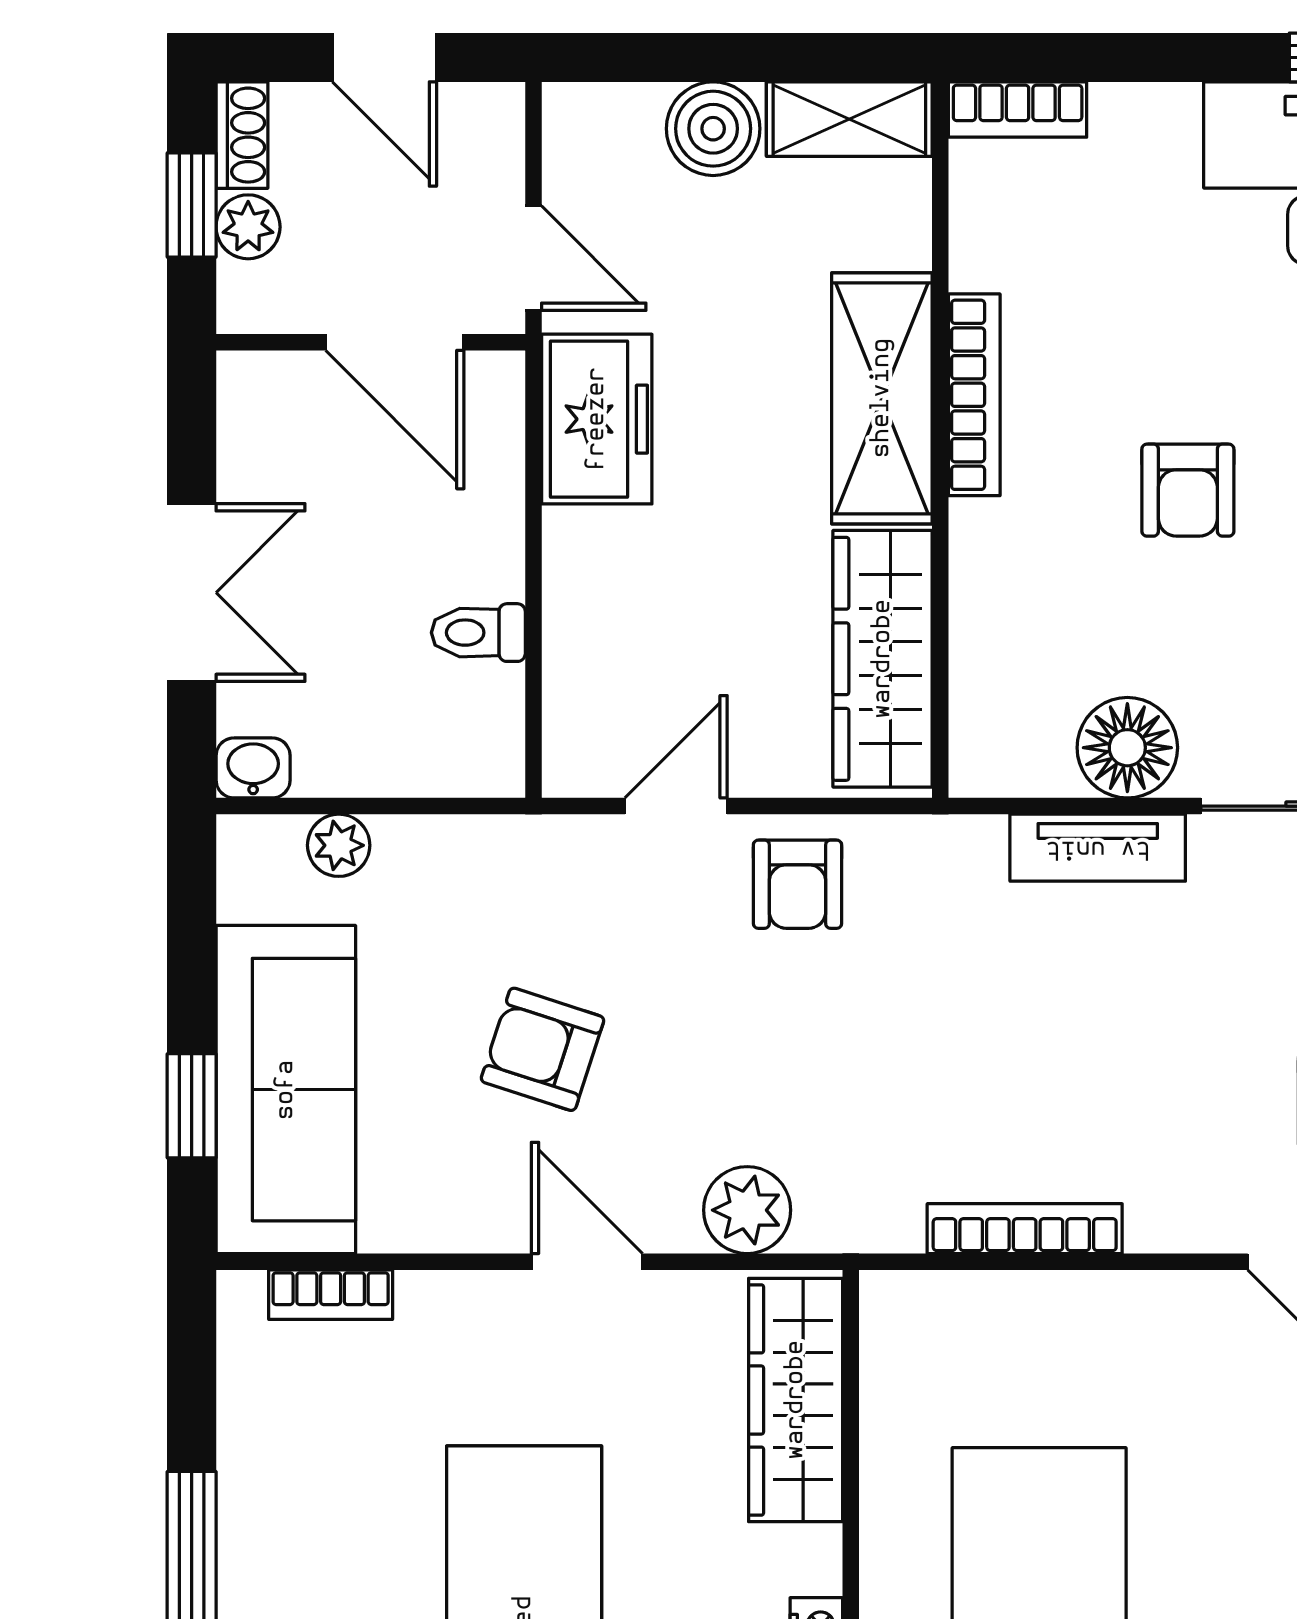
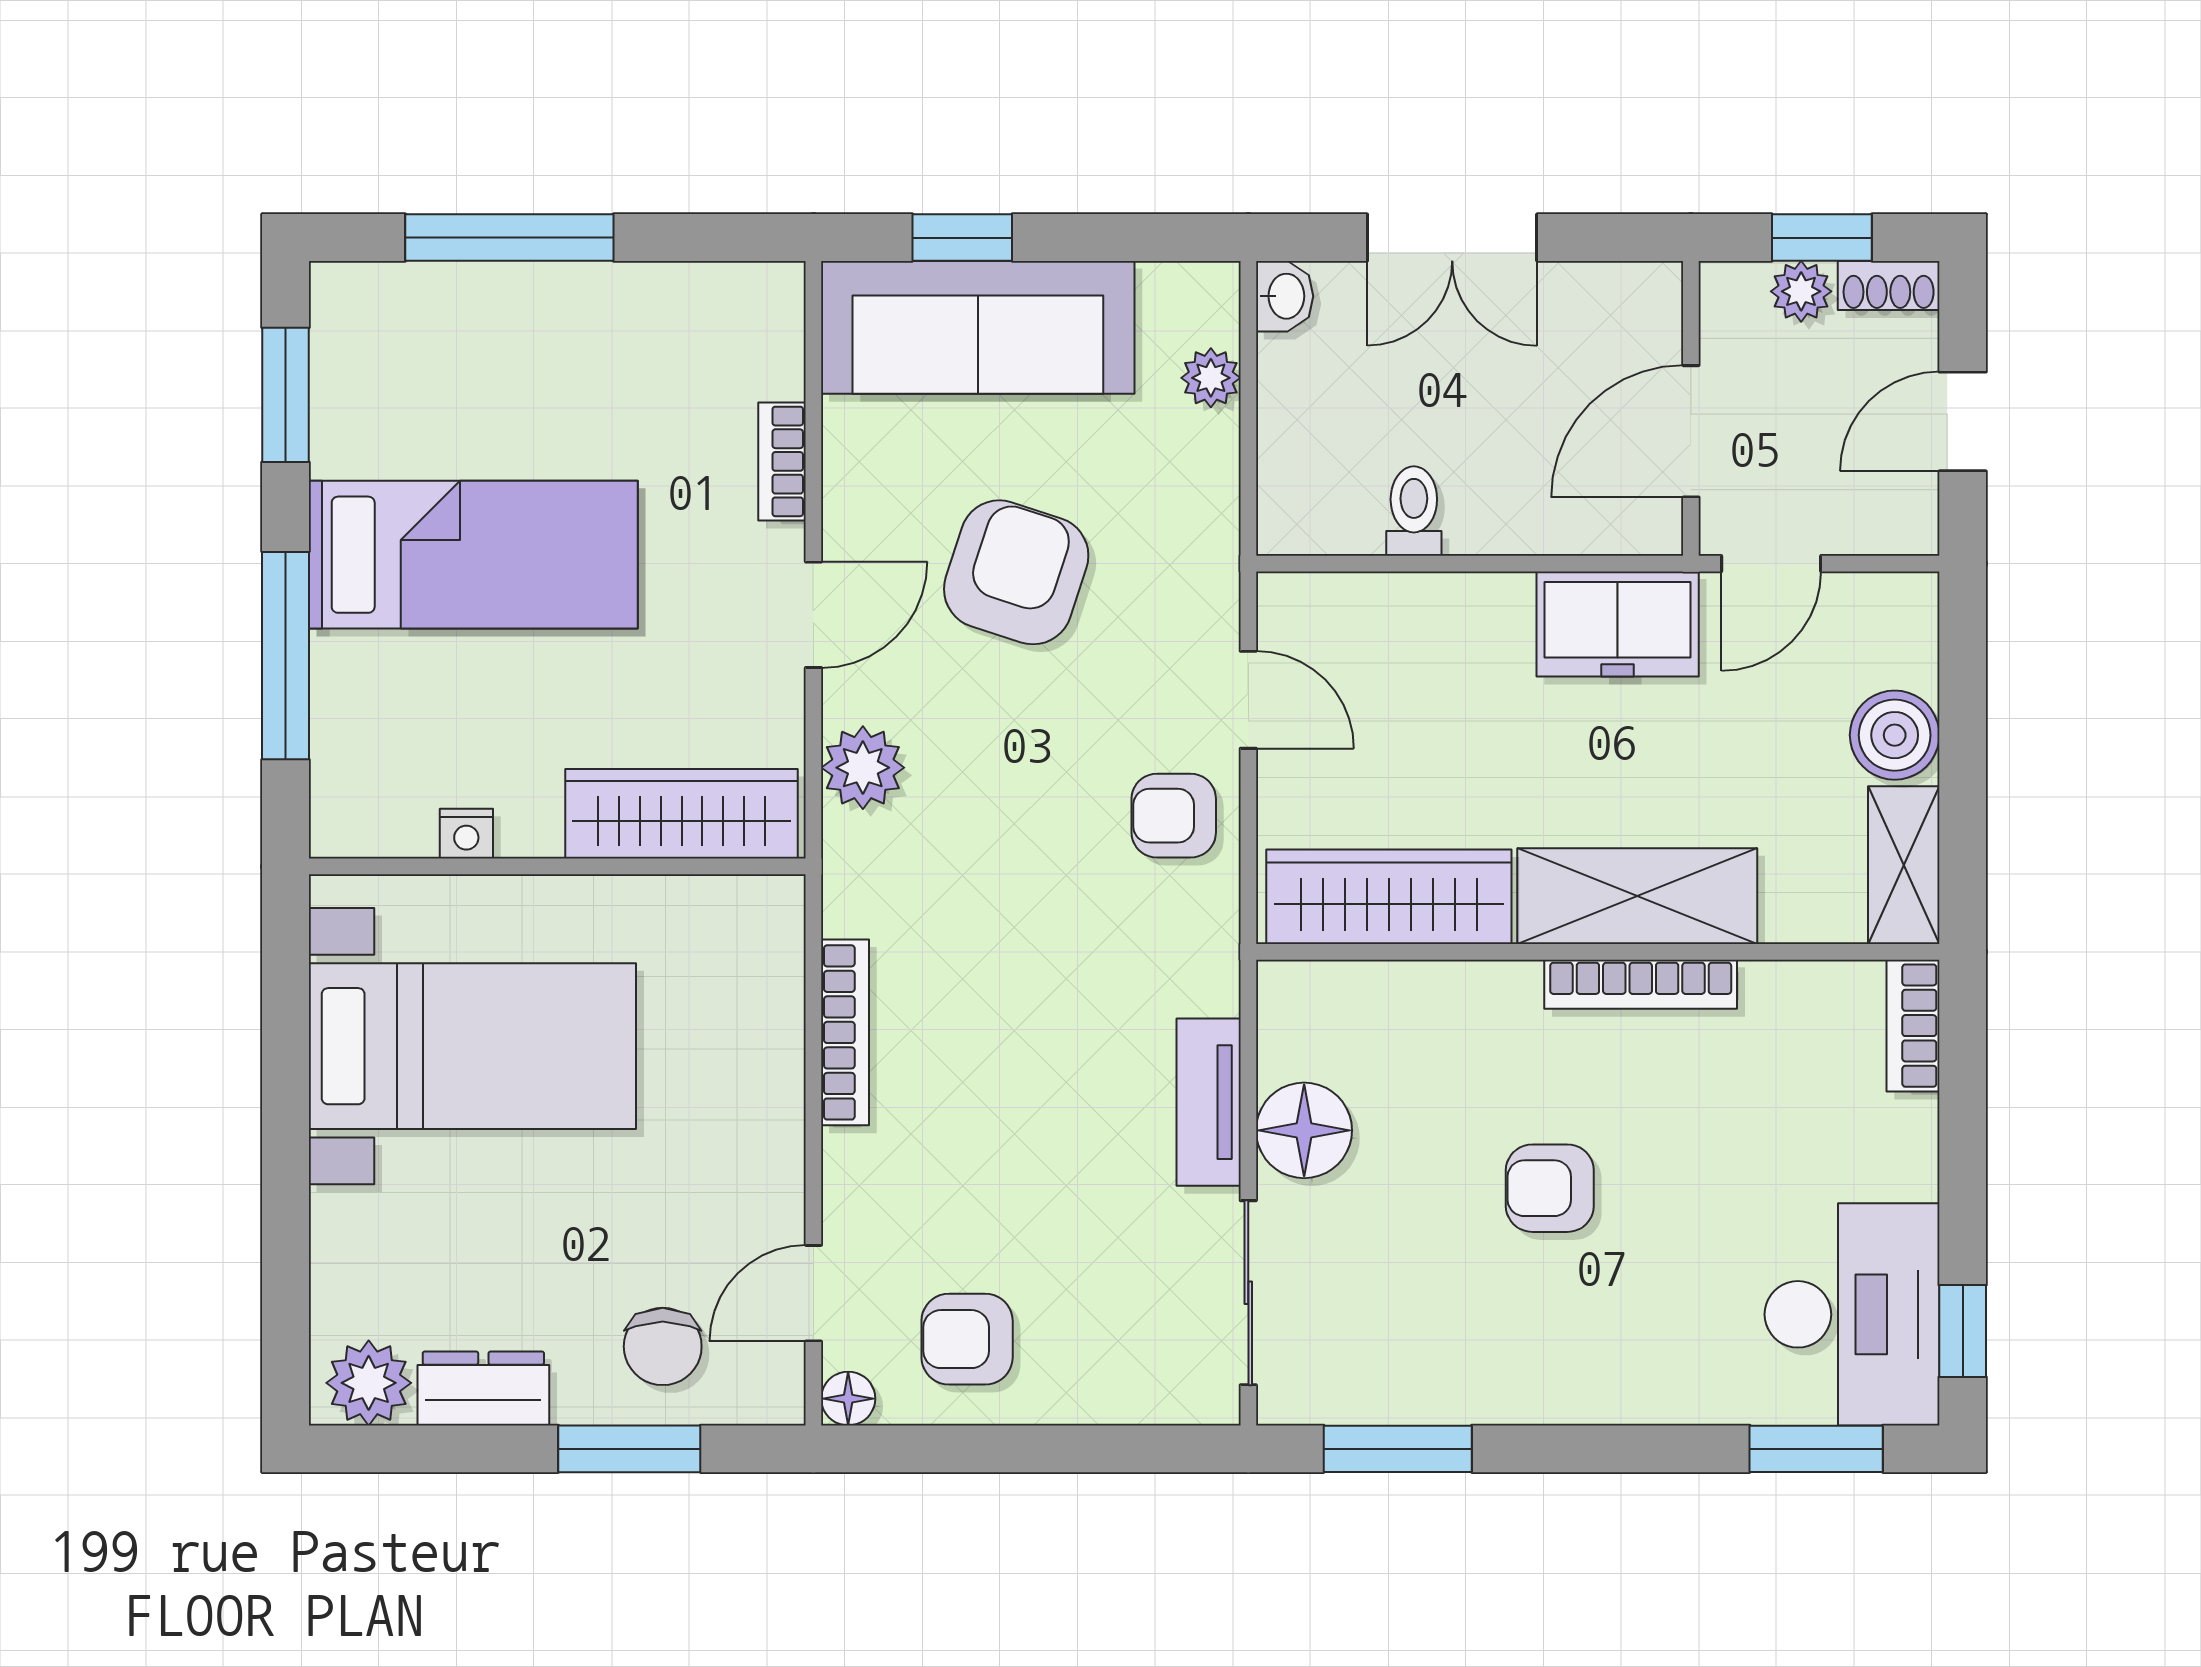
armchair: (543, 1049) -> (1016, 572), width x1.38, depth x1.38
bookcase: (331, 1295) -> (782, 461), moved

